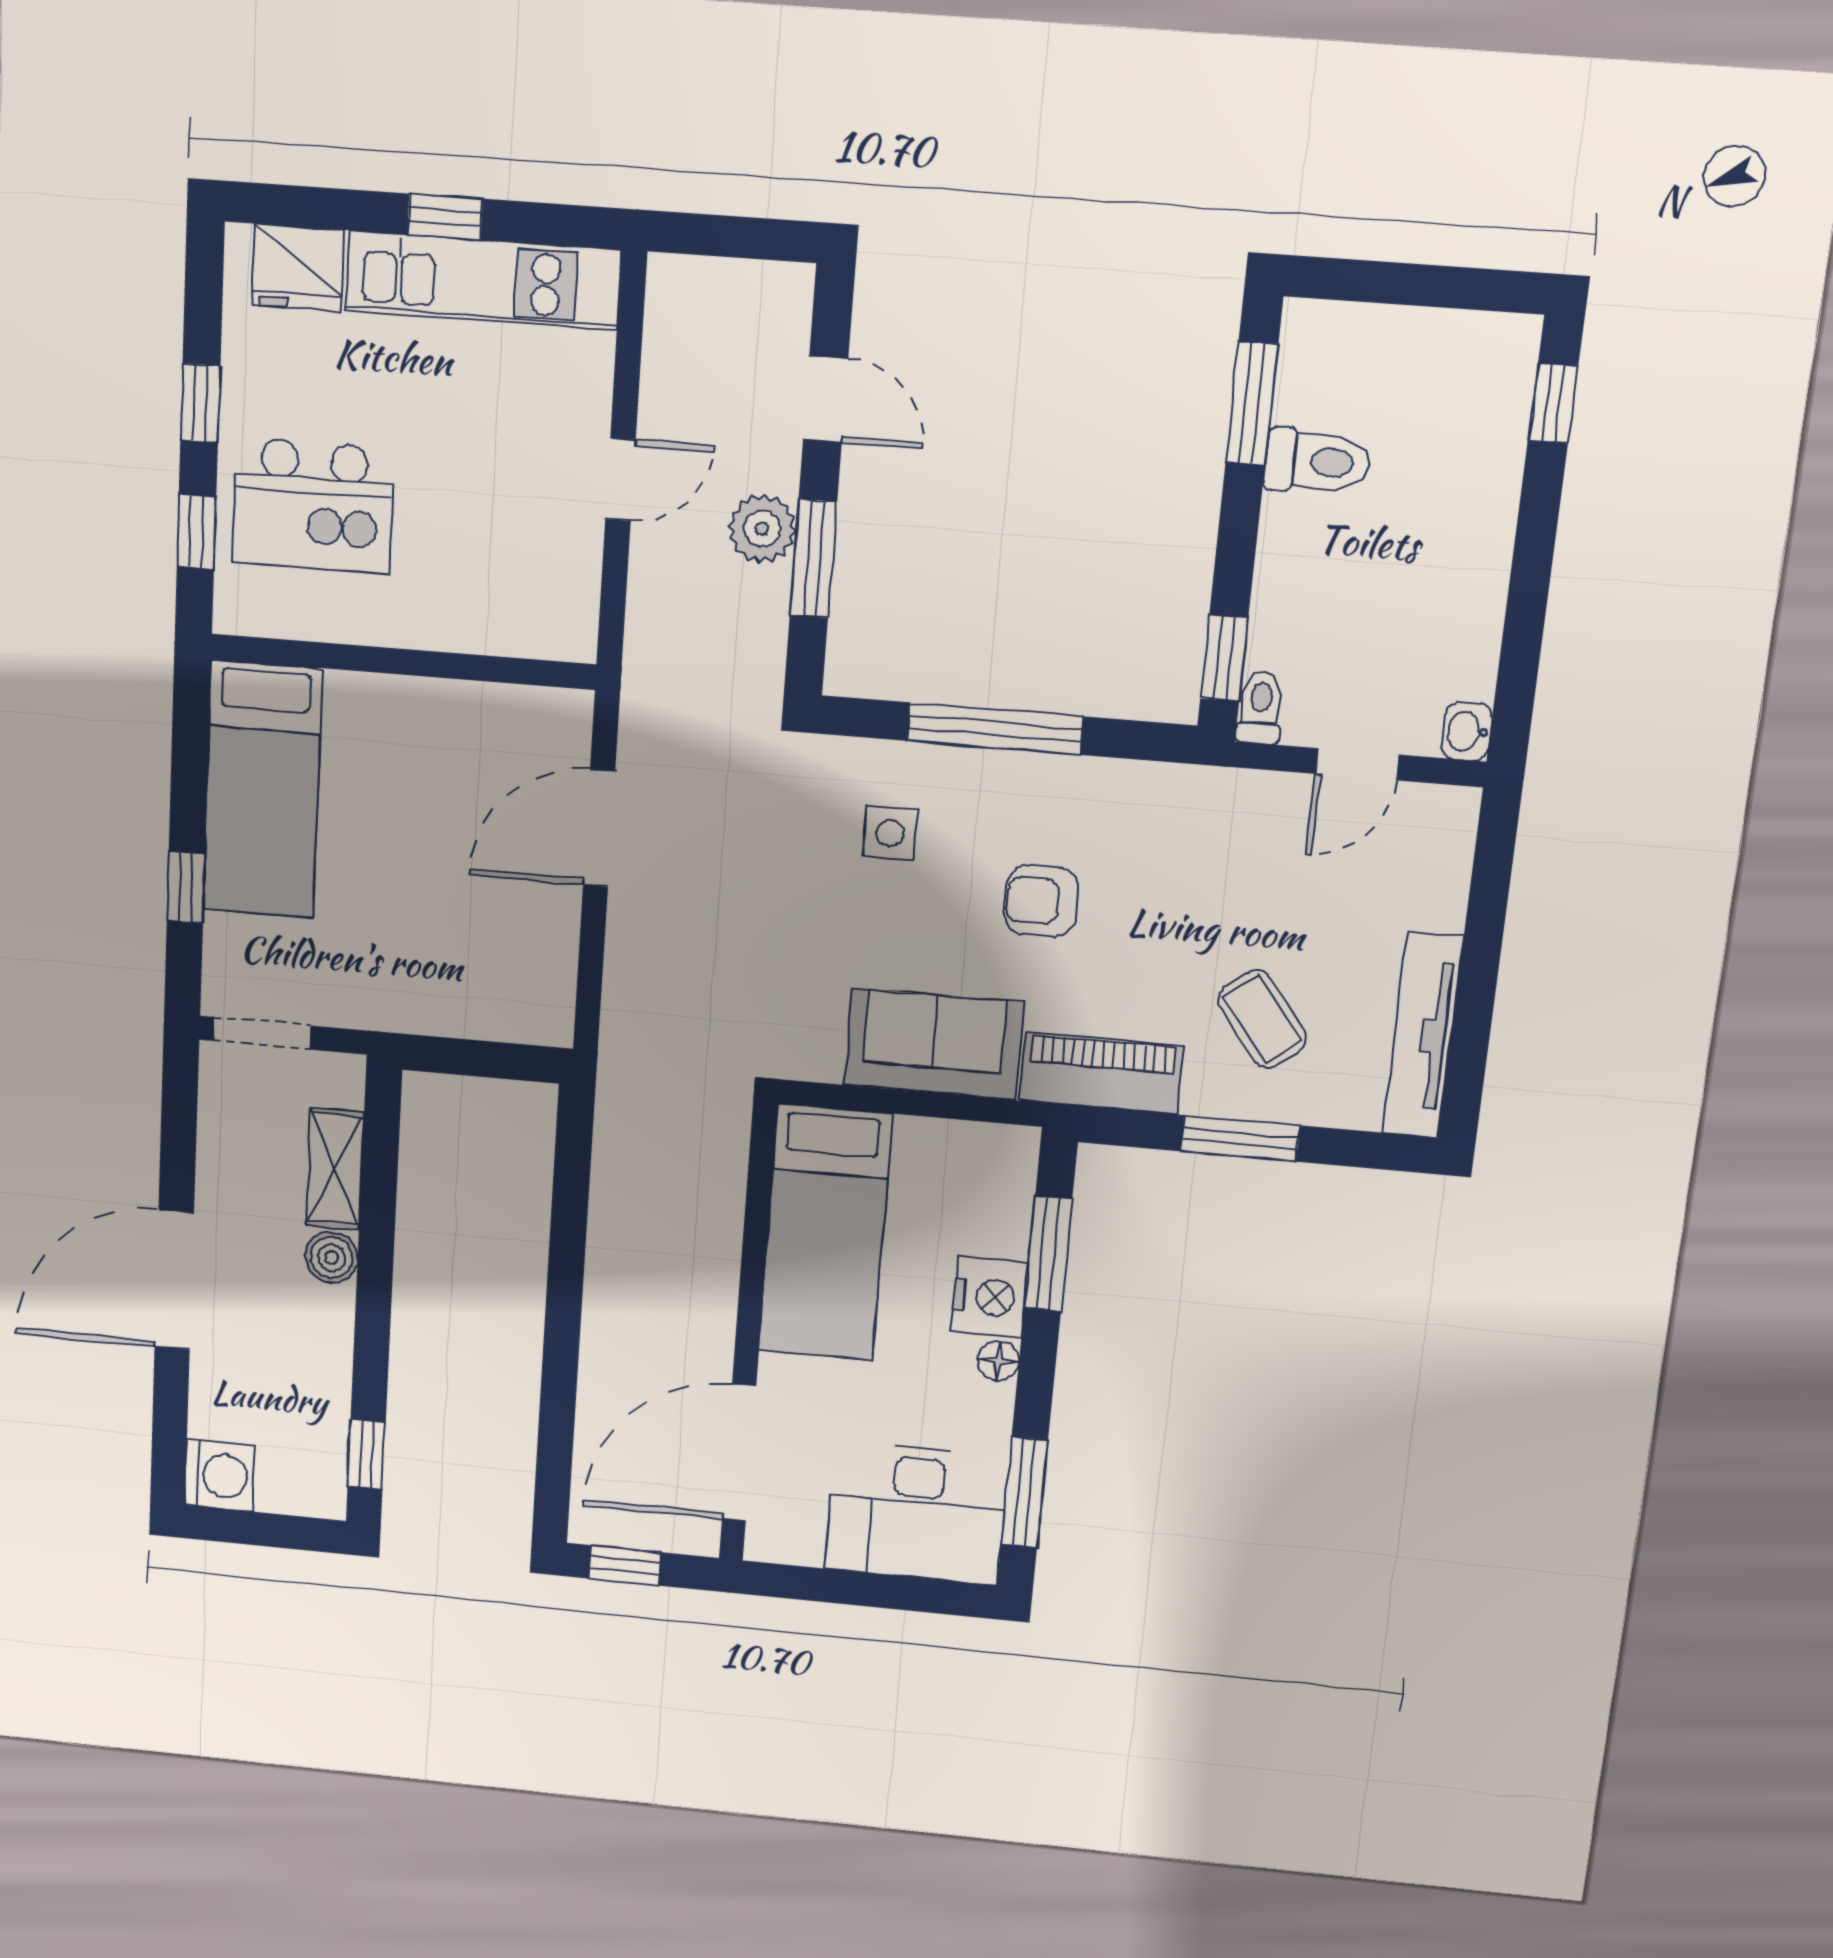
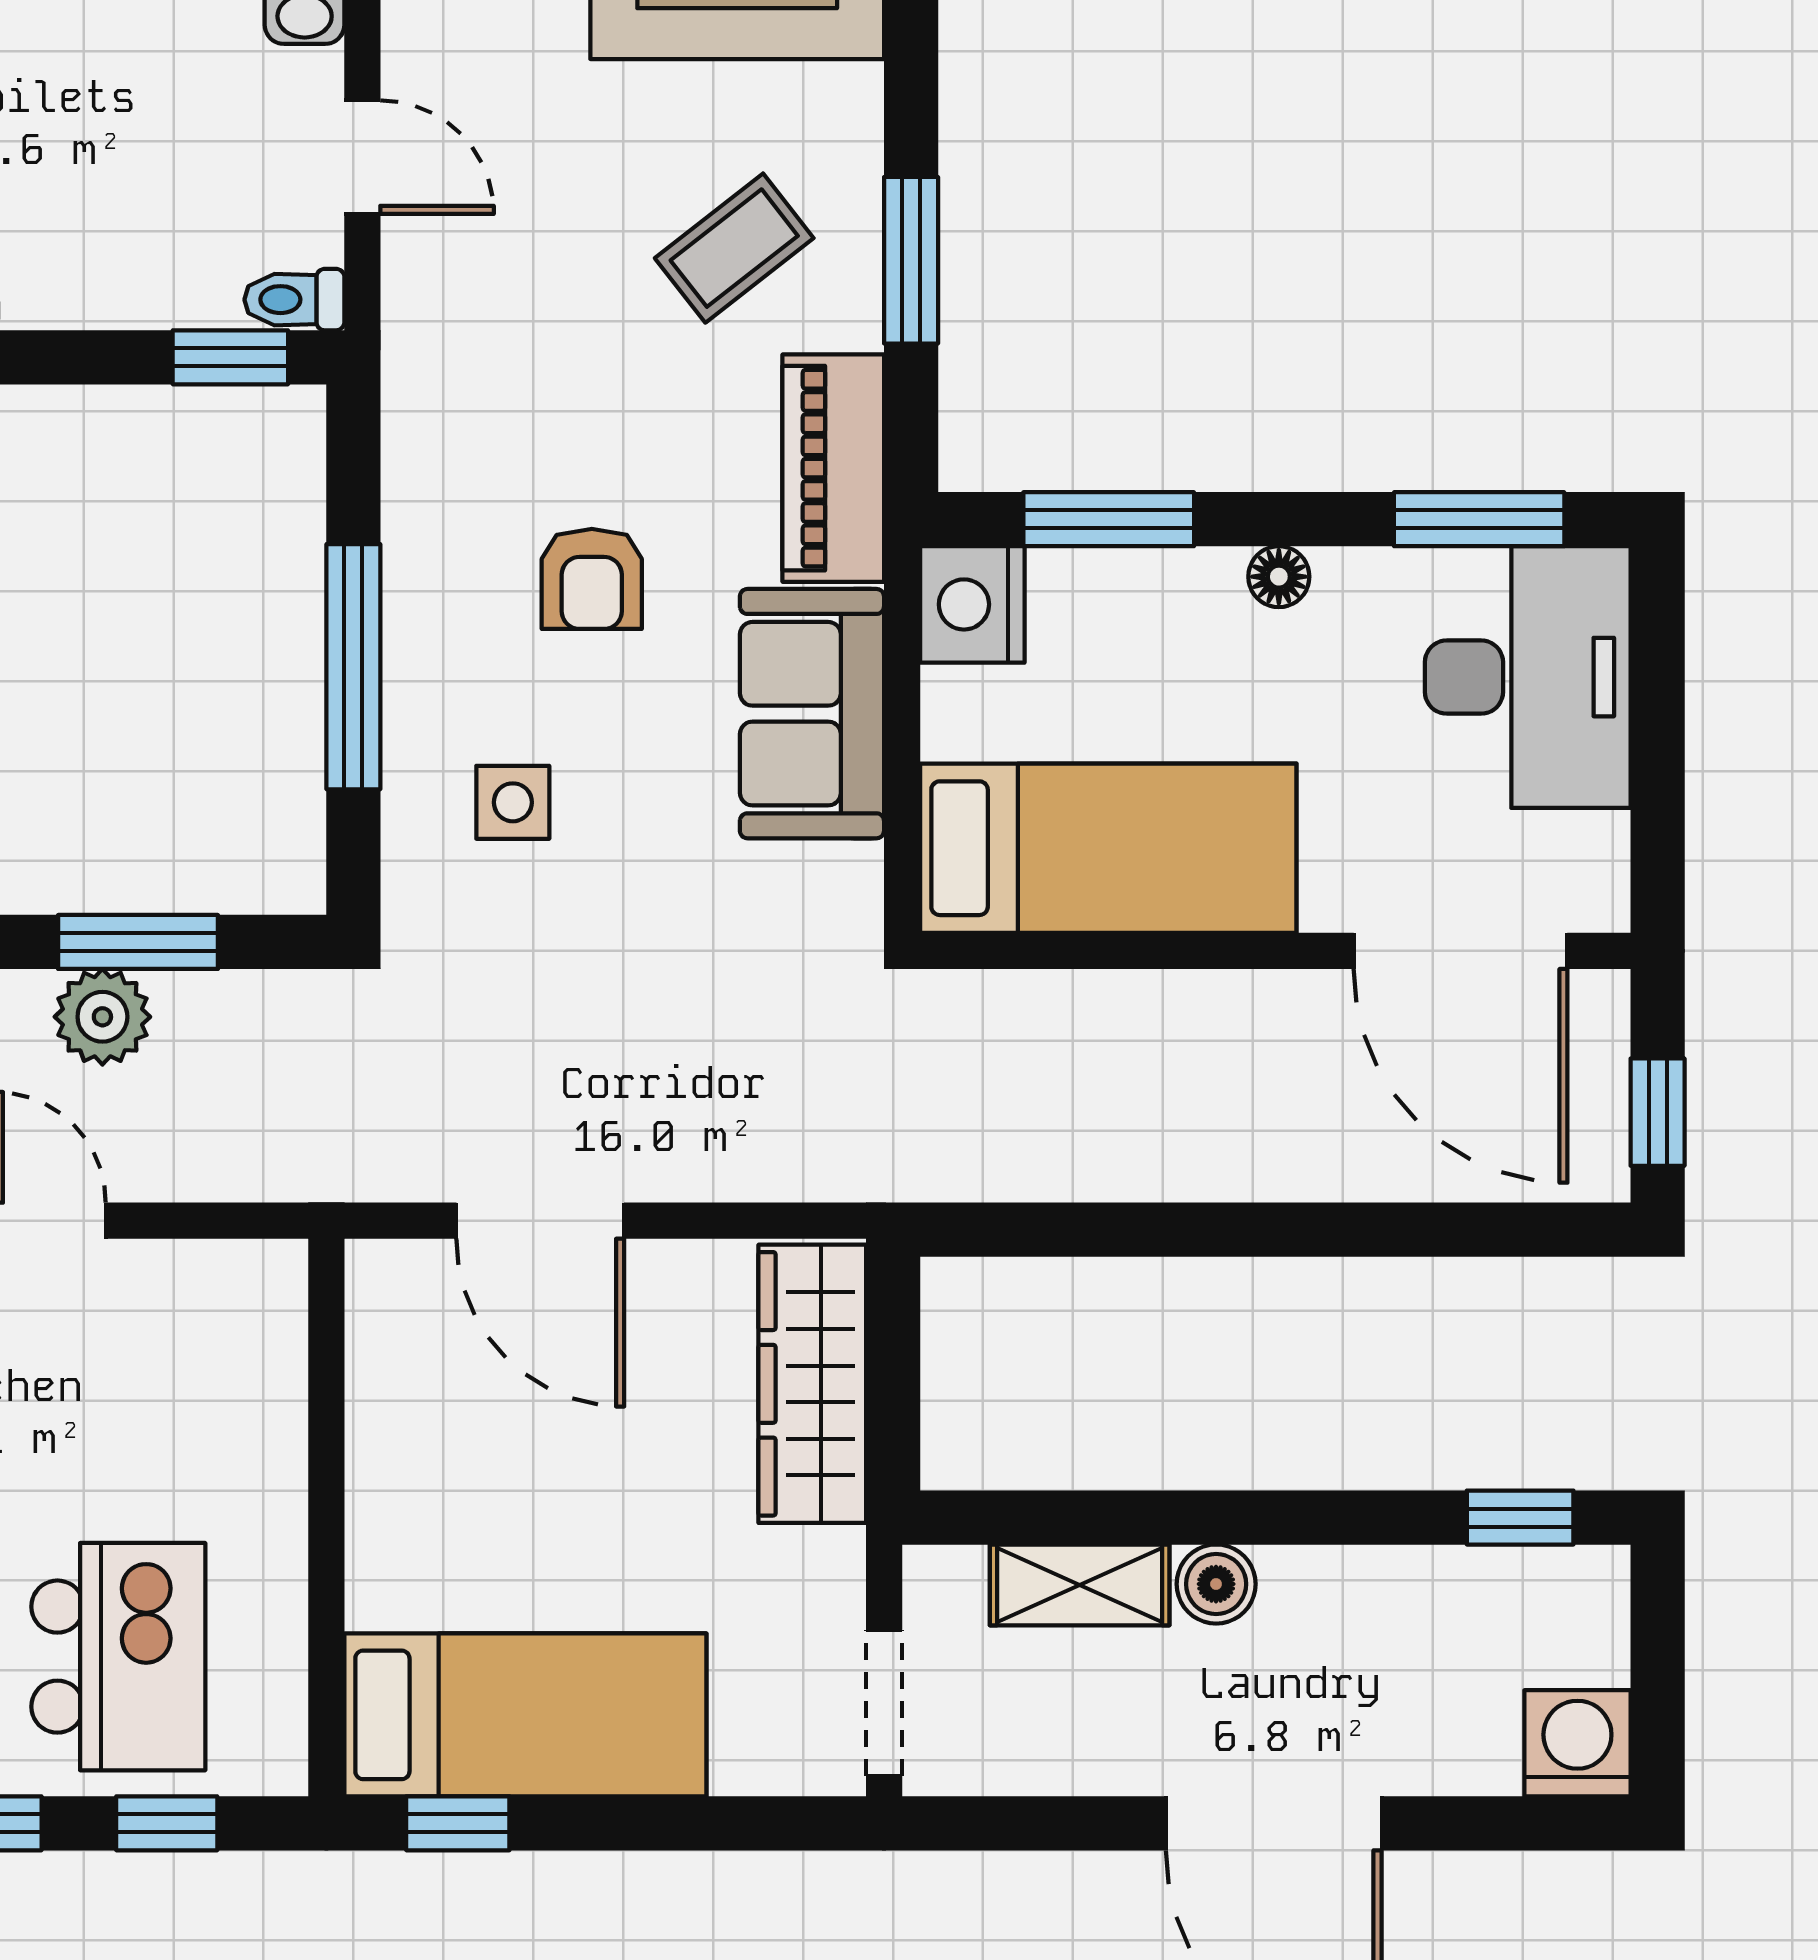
window: (186, 888) -> (458, 1823), moved
wardrobe: (477, 1004) -> (812, 1384), added
nightstand: (990, 1297) -> (972, 604), moved, turned -90

